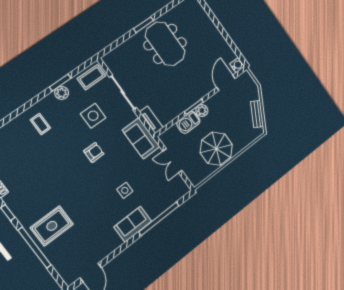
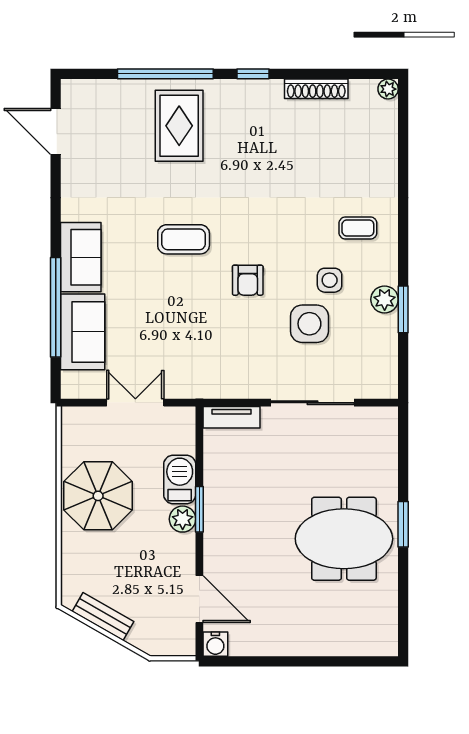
coffee table: (91, 77) -> (184, 239), moved, turned 90
sofa: (141, 138) -> (83, 332), moved, turned 90
side table: (125, 190) -> (330, 280), moved

